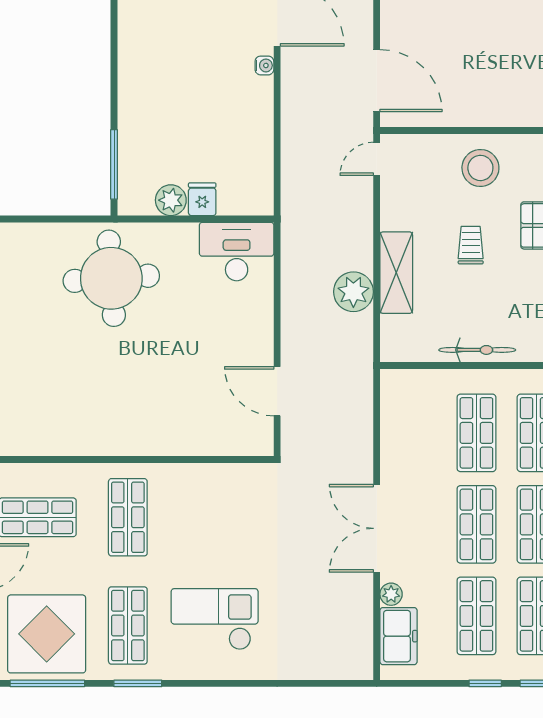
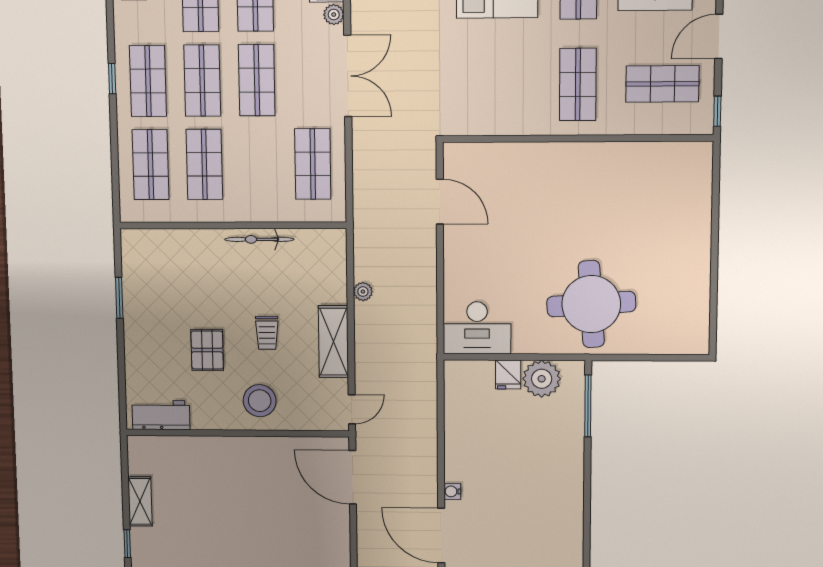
plant: (171, 200) -> (542, 379), width x1.36, depth x1.36
shelving: (396, 273) -> (333, 342), moved
plant: (353, 292) -> (363, 292), width x0.53, depth x0.53
shop shelf: (476, 433) -> (313, 164), moved

